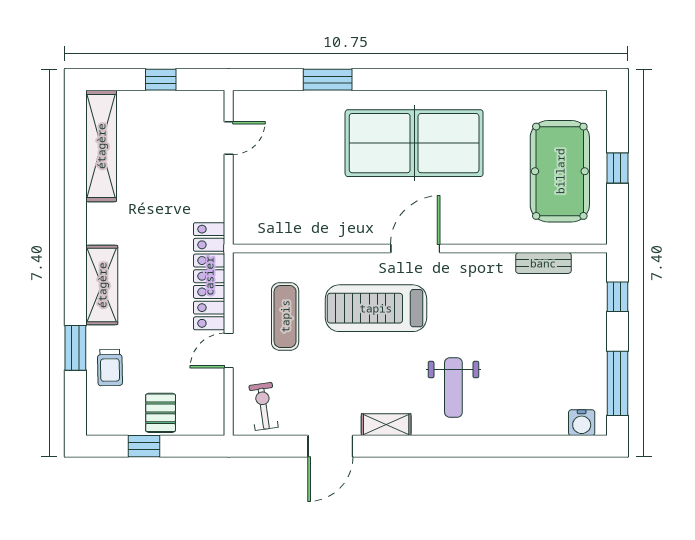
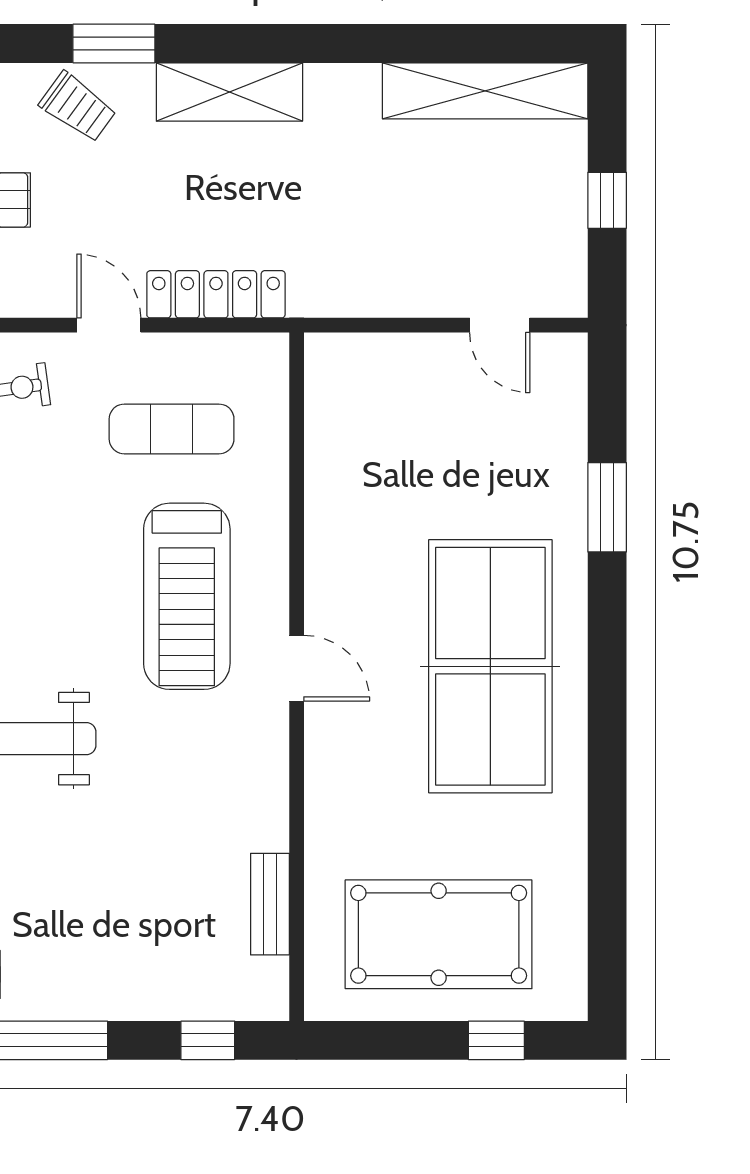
window: (617, 168) -> (496, 1040), moved
door: (415, 249) -> (297, 668), width x0.73
locker: (209, 276) -> (216, 294), width x0.71, depth x0.83
treadmill: (376, 308) -> (187, 596), turned 180
trolley: (110, 367) -> (78, 107), turned -143

